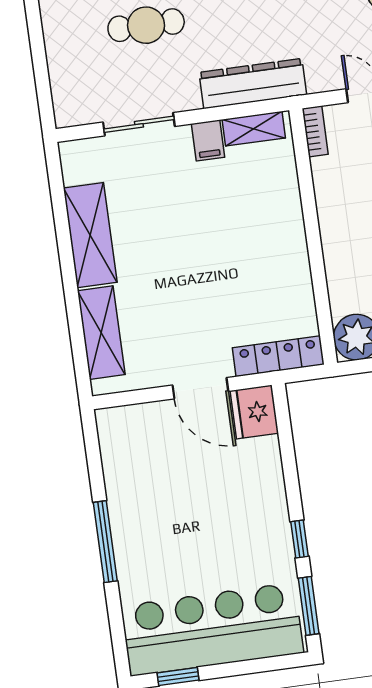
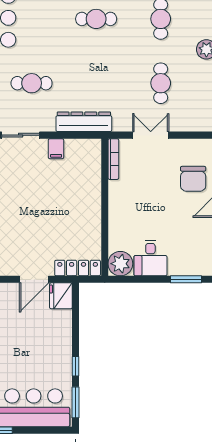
shelving: (254, 129) -> (81, 146), removed
bookcase: (315, 131) -> (113, 159), width x1.56
door: (200, 388) -> (34, 279), hinge flipped

